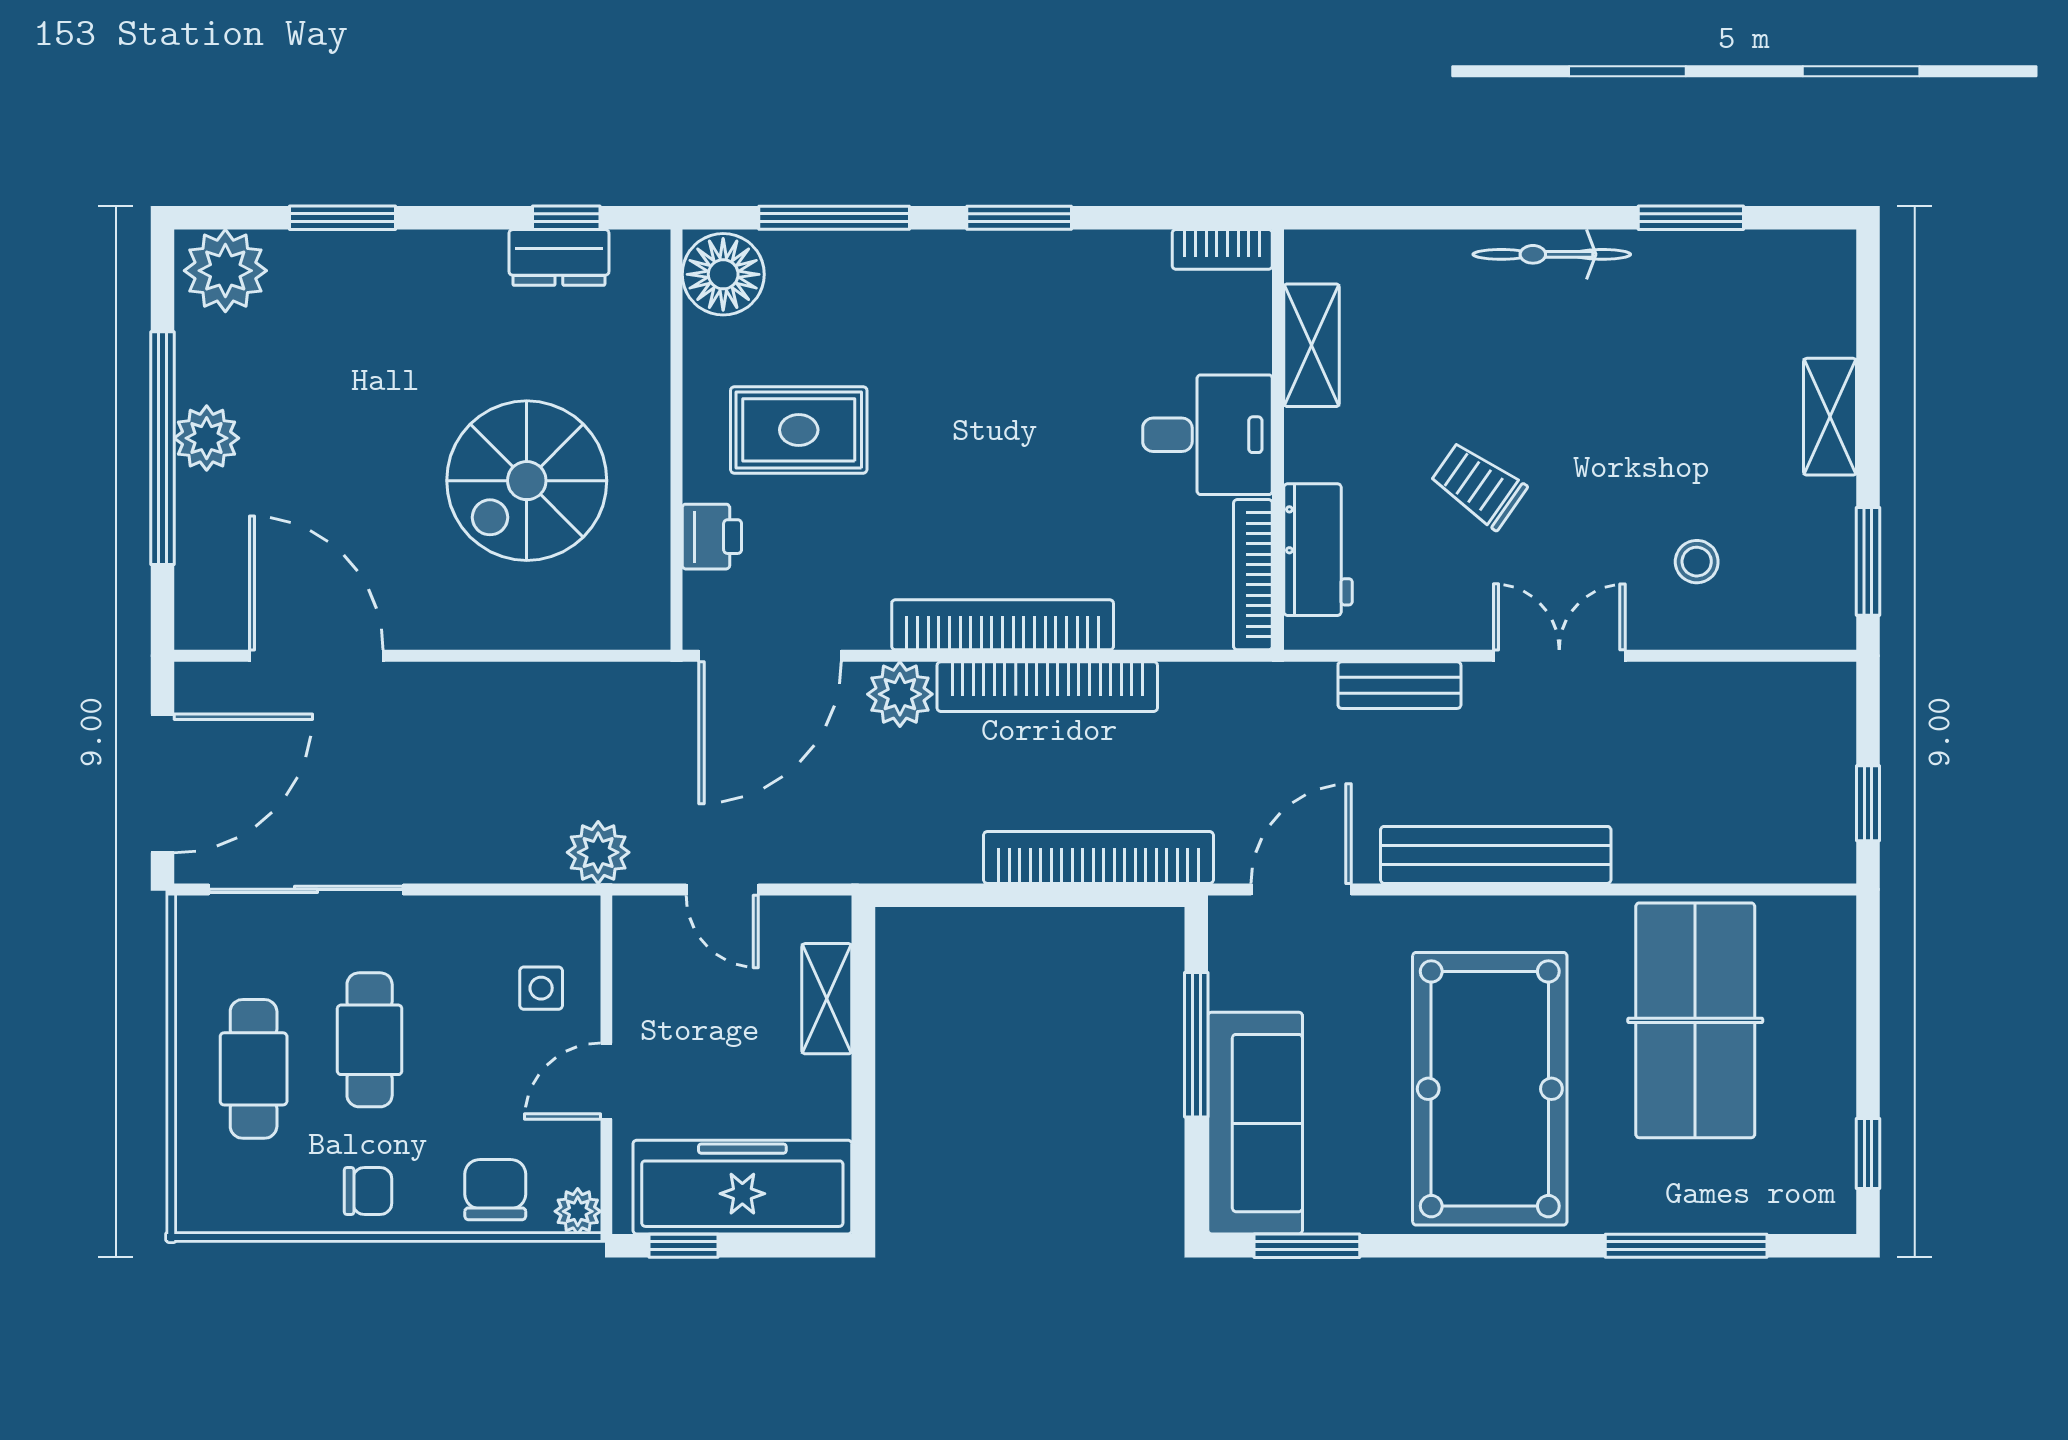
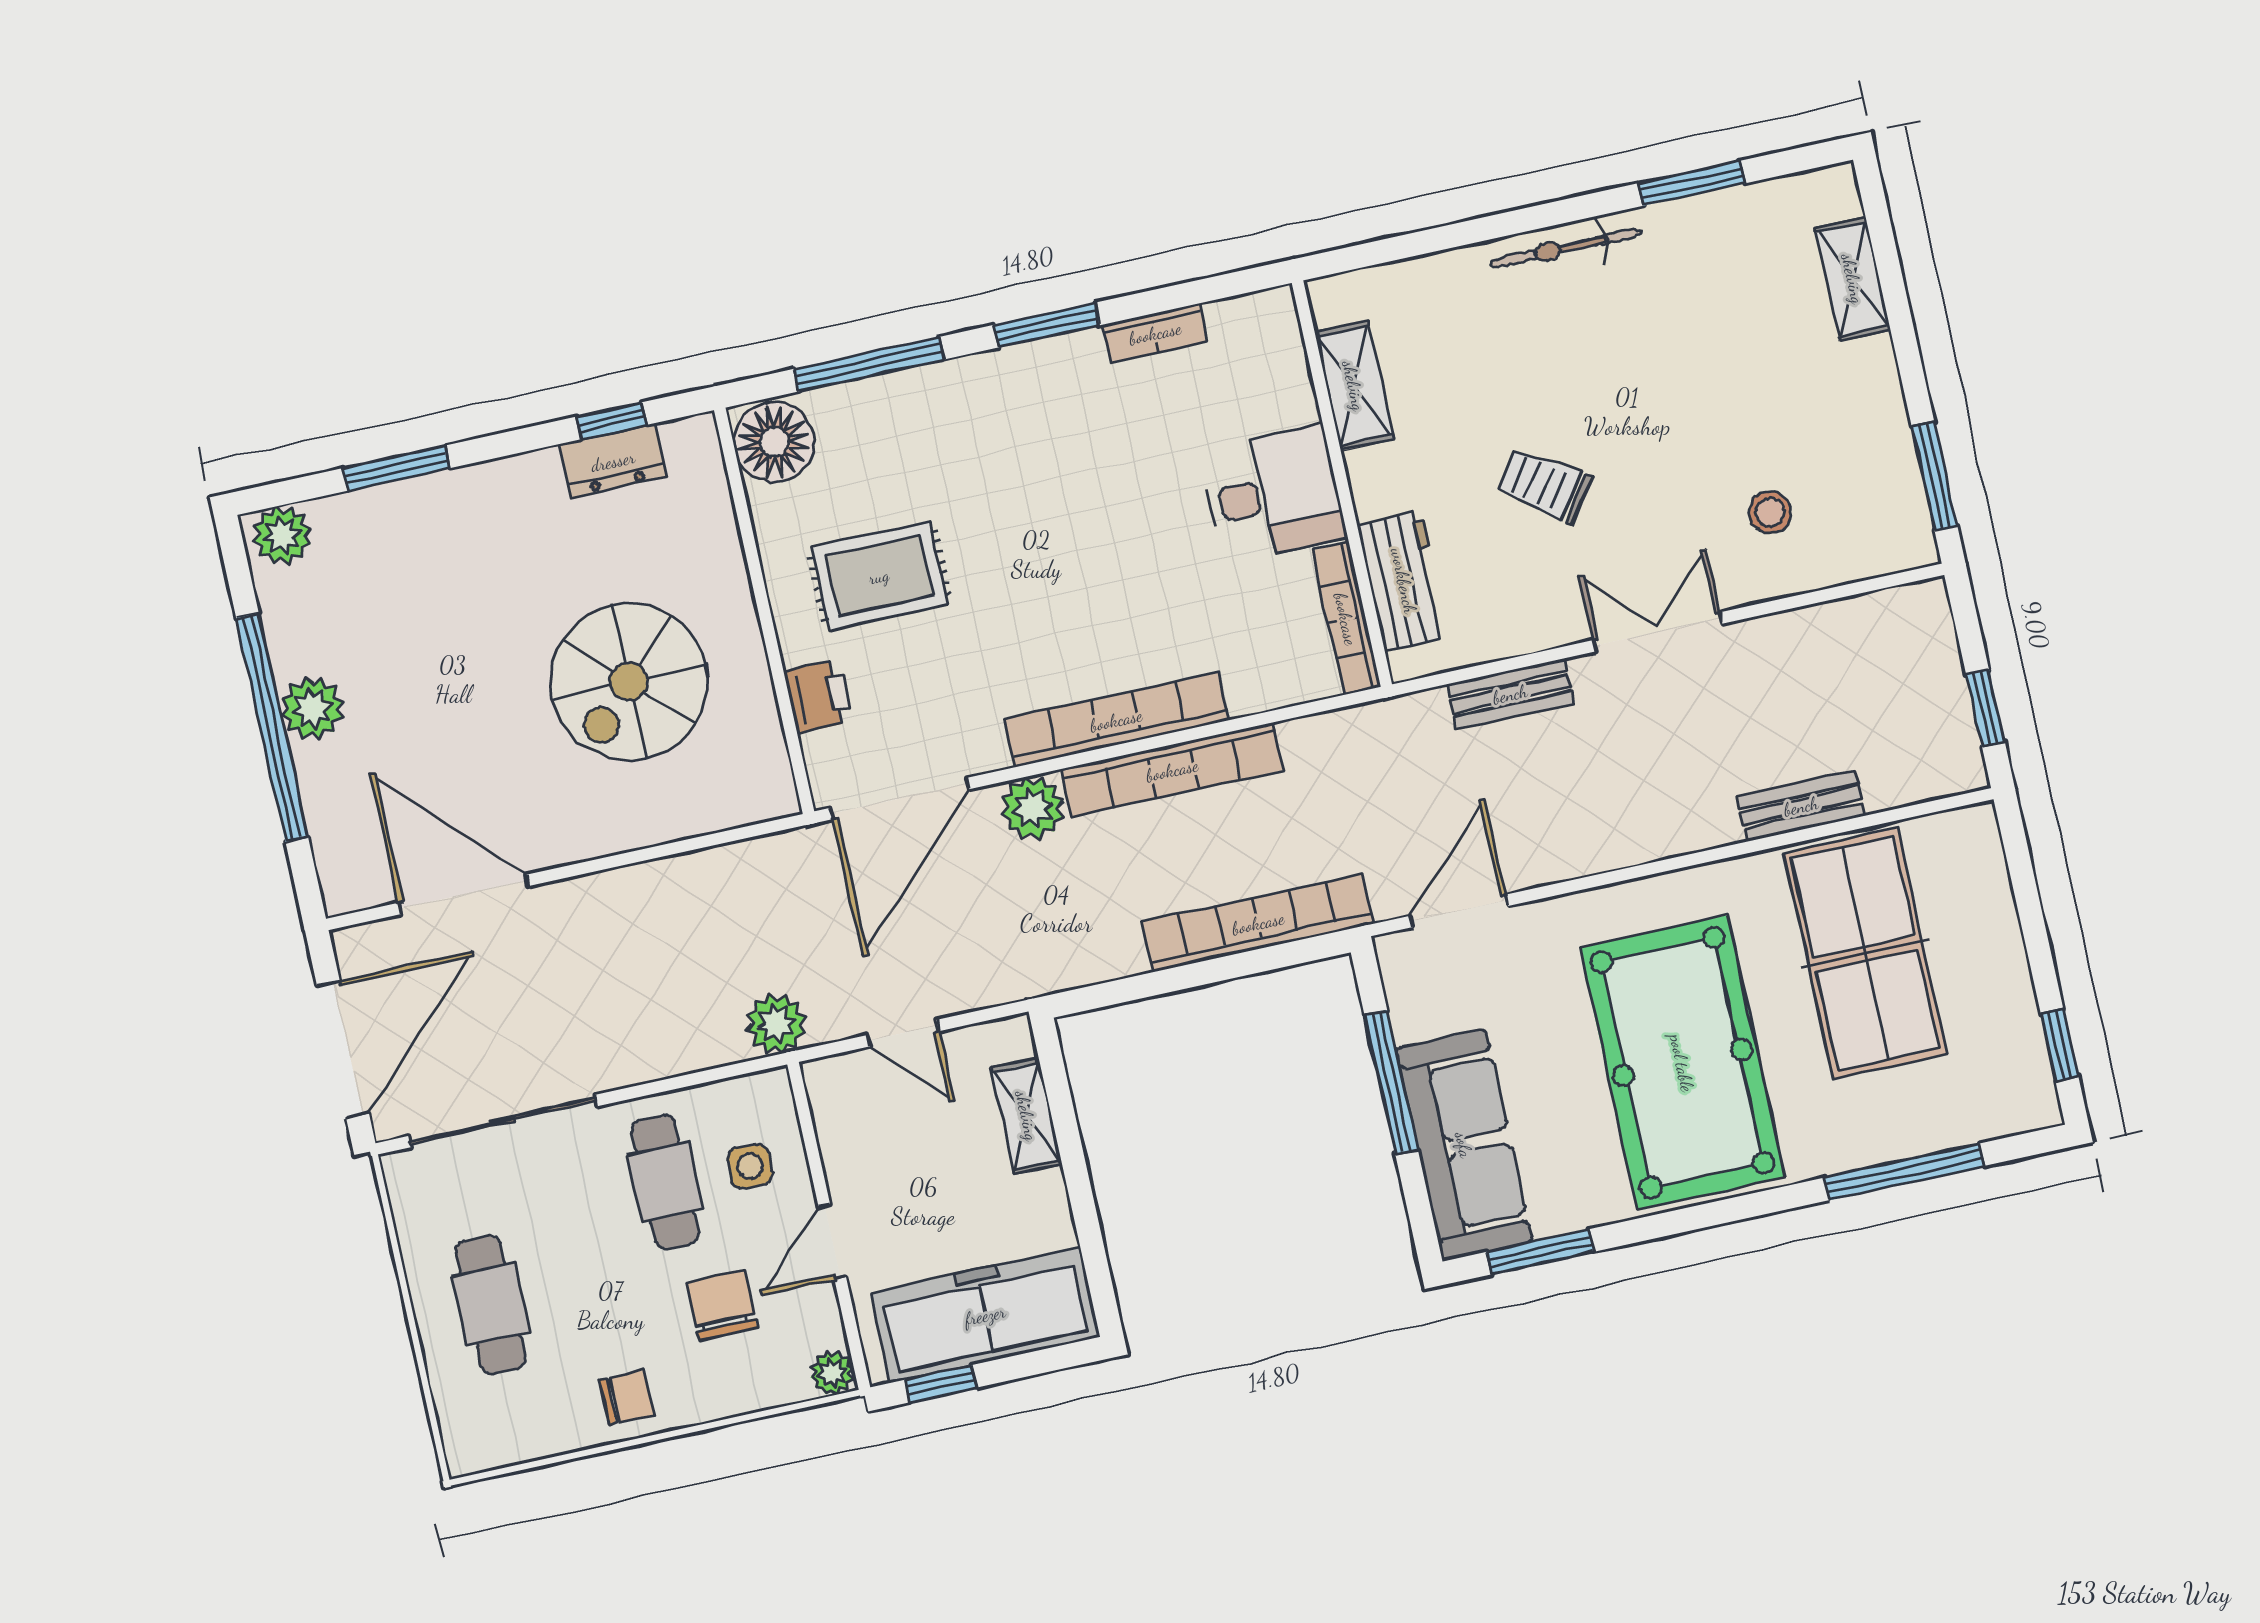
bookcase: (1222, 249) -> (1155, 333), moved
plant: (225, 271) -> (282, 535), width x0.73, depth x0.73
shelving: (1830, 417) -> (1853, 279), moved
bench: (1496, 855) -> (1801, 806), moved, width x0.54, depth x0.82
cafe table: (370, 1040) -> (665, 1182), moved
chair: (495, 1190) -> (722, 1305), moved

